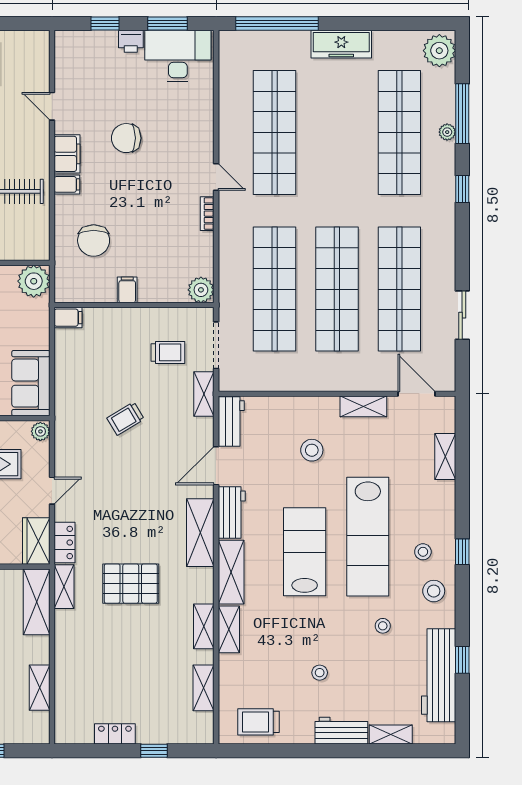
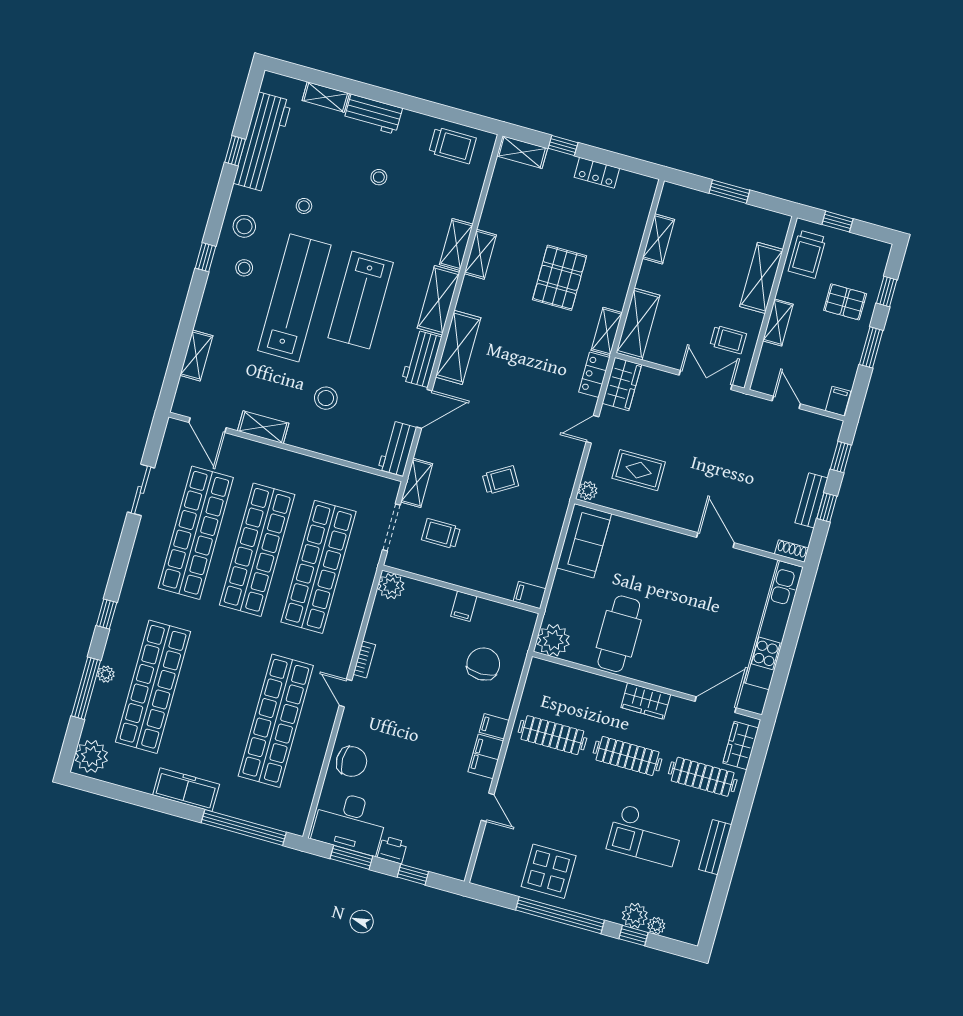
chair: (126, 138) -> (352, 761), moved
pallet: (131, 584) -> (560, 278), moved, turned 90
shelving: (204, 688) -> (522, 152), moved, turned 90

